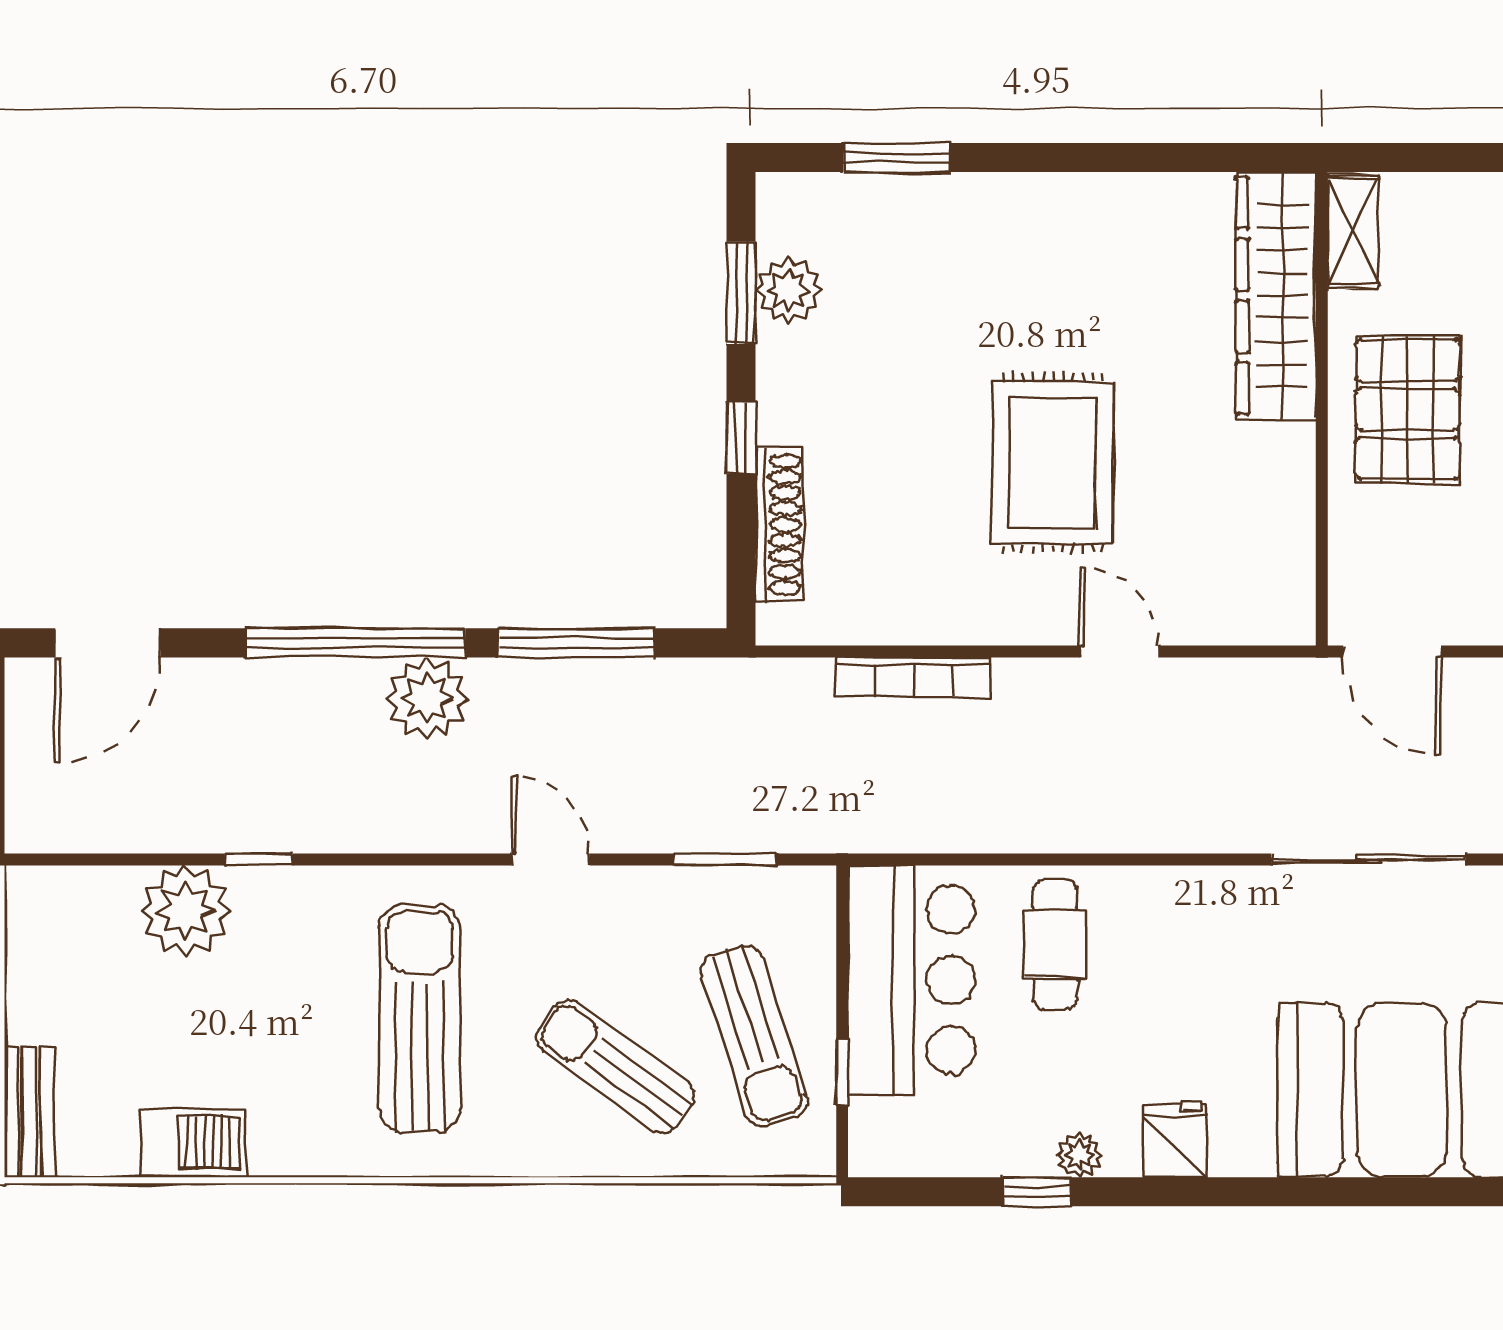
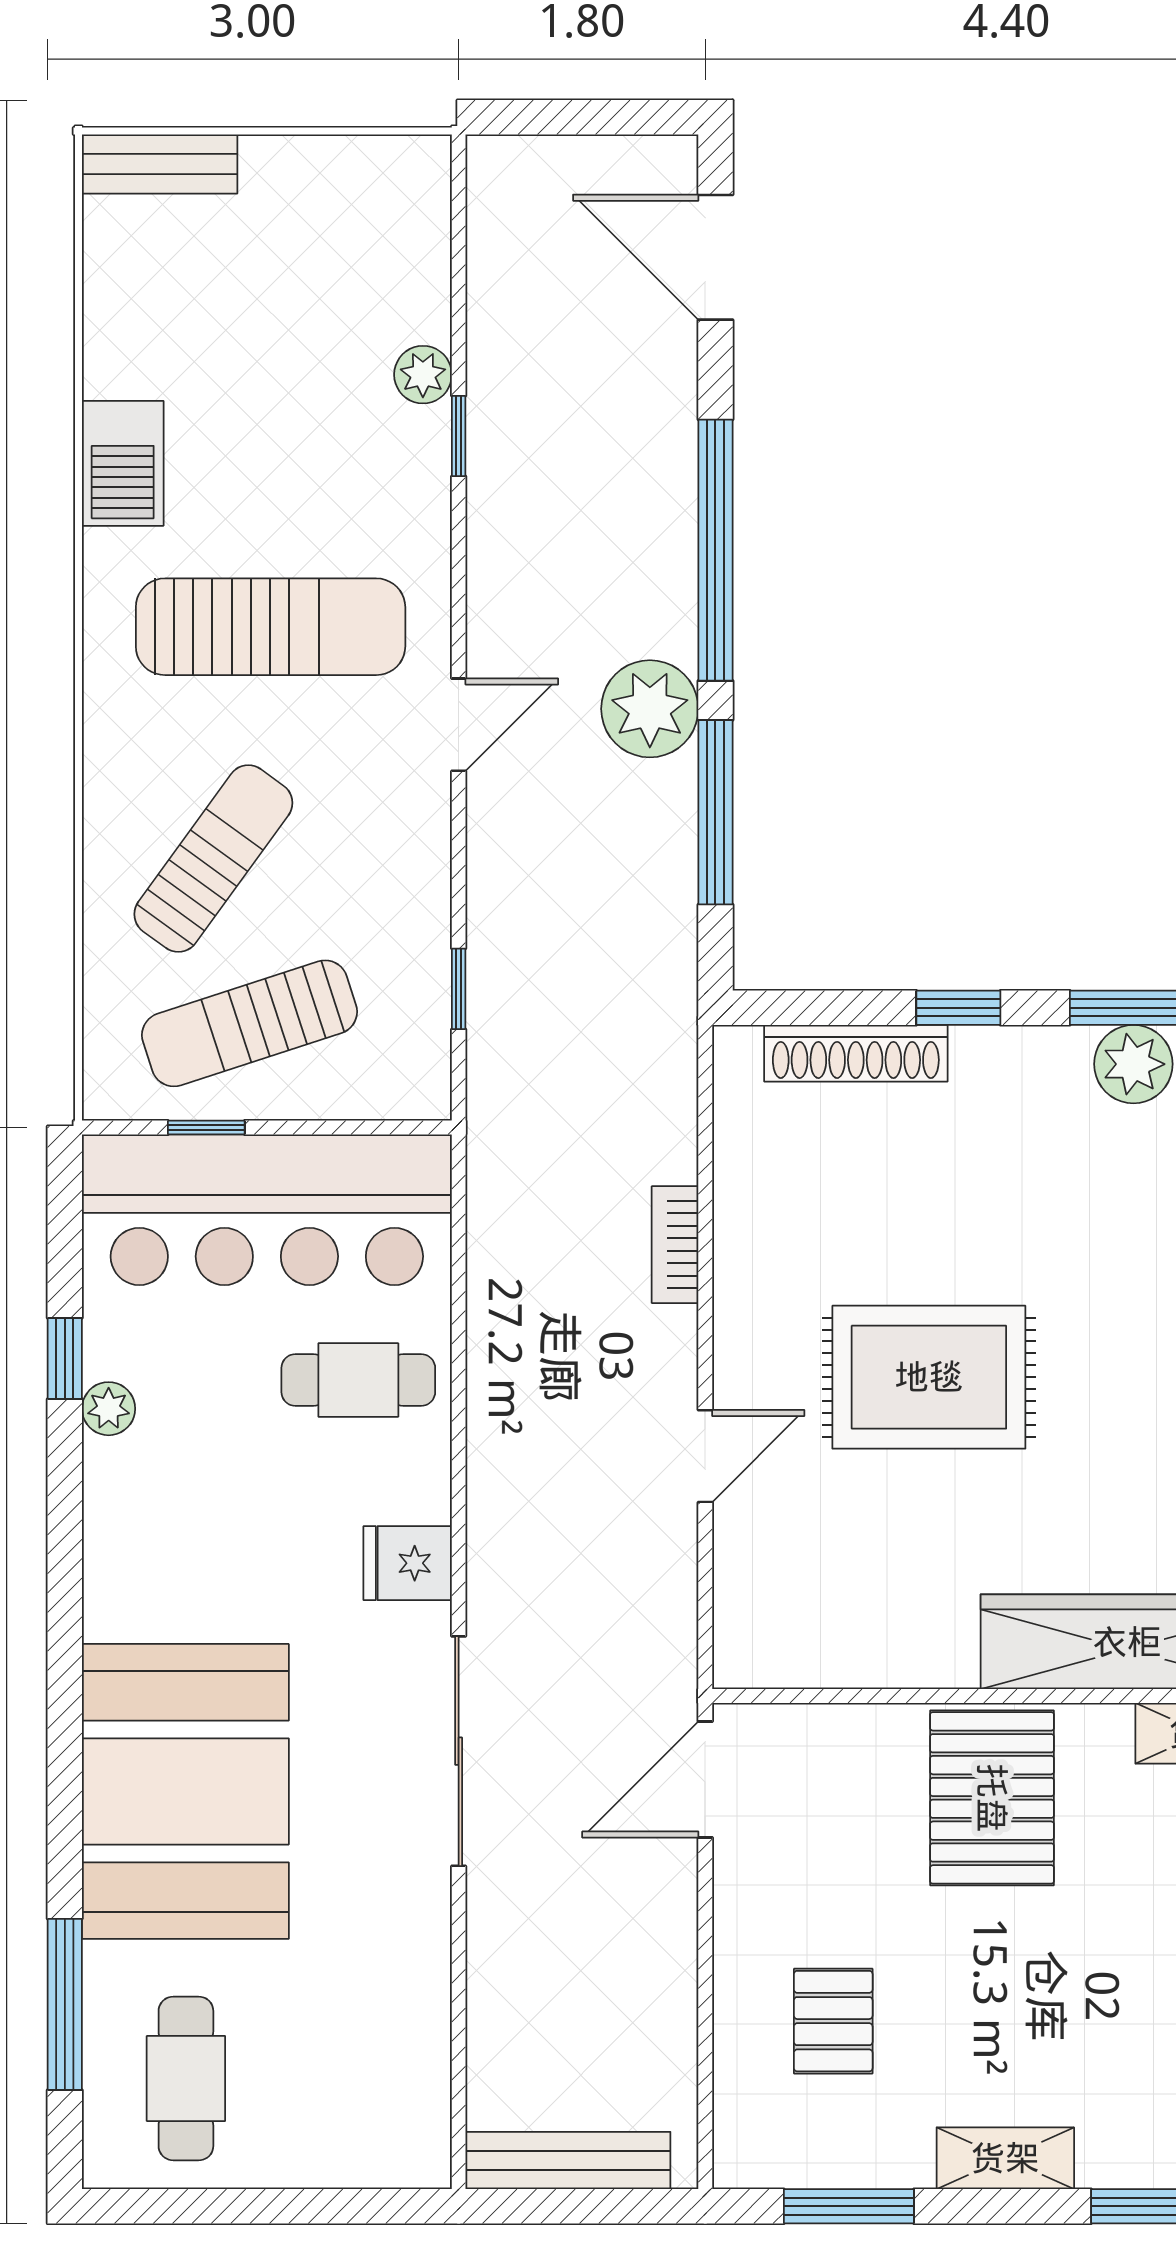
pallet: (1408, 410) -> (992, 1798), turned 90
bookcase: (913, 677) -> (675, 1245), width x0.64
plant: (427, 698) -> (650, 709), moved
door: (550, 860) -> (459, 725), moved
window: (725, 860) -> (459, 989), width x0.67
plant: (186, 911) -> (423, 375), width x0.53, depth x0.53
bar counter: (912, 980) -> (267, 1210), width x1.36
fridge: (1175, 1140) -> (408, 1563), moved, turned 180
barbecue: (193, 1143) -> (123, 463), moved

